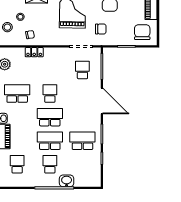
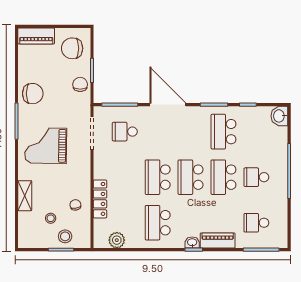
chair: (101, 29) -> (80, 84), moved
locker: (34, 52) -> (100, 199), width x1.53
school desk: (50, 94) -> (158, 177), width x1.85
door: (102, 101) -> (168, 105), hinge flipped
washbasin: (67, 181) -> (279, 116), moved

